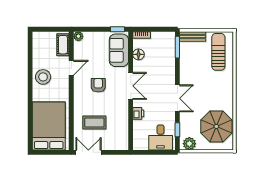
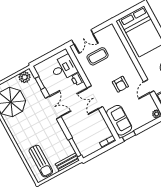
floor lamp: (138, 54) -> (102, 125), removed
double door: (177, 98) -> (53, 107), swing flipped
coffee table: (94, 123) -> (98, 56), moved
desk: (161, 138) -> (64, 68), moved, turned 90
double door: (88, 152) -> (82, 37), moved

